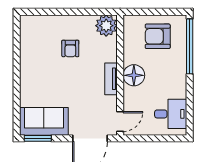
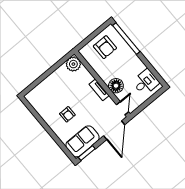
armchair: (158, 36) -> (105, 47), turned -90
armchair: (70, 48) -> (67, 114), moved
floor lamp: (134, 75) -> (116, 86), moved

